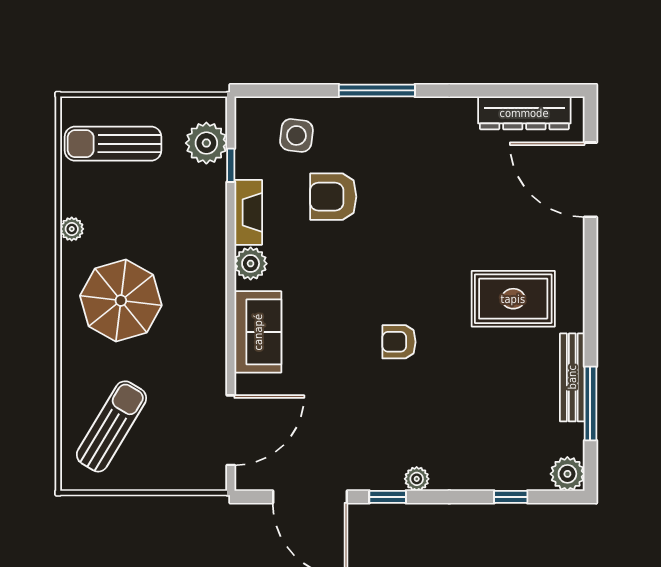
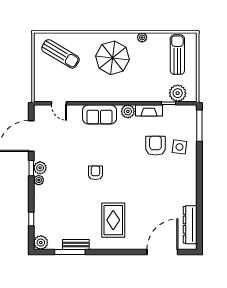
window: (377, 90) -> (199, 126), moved
side table: (296, 135) -> (179, 147), moved
bench: (572, 377) -> (76, 244), width x0.73
door: (231, 430) -> (59, 103), width x0.53
plant: (387, 476) -> (40, 168), added

